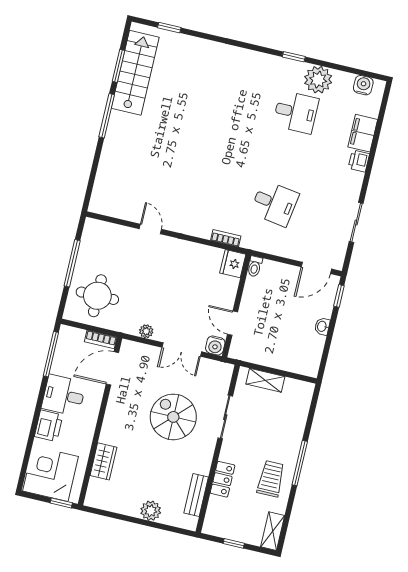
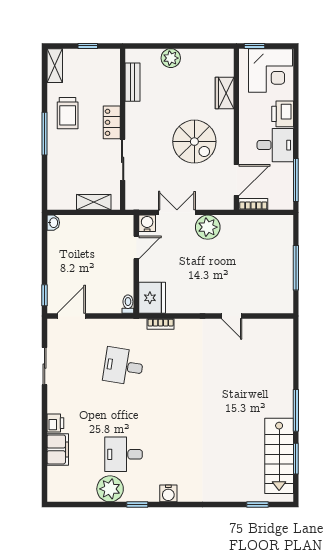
water cooler: (363, 85) -> (168, 493), moved
fridge: (233, 264) -> (152, 298), width x1.36, depth x1.34
round table: (97, 296) -> (266, 243), removed
door: (232, 323) -> (136, 247), hinge flipped
washbasin: (322, 326) -> (53, 223), moved
plant: (146, 331) -> (208, 227), width x1.88, depth x1.88
spiral stairs: (173, 417) -> (194, 142), moved
locker: (223, 479) -> (112, 122), moved

